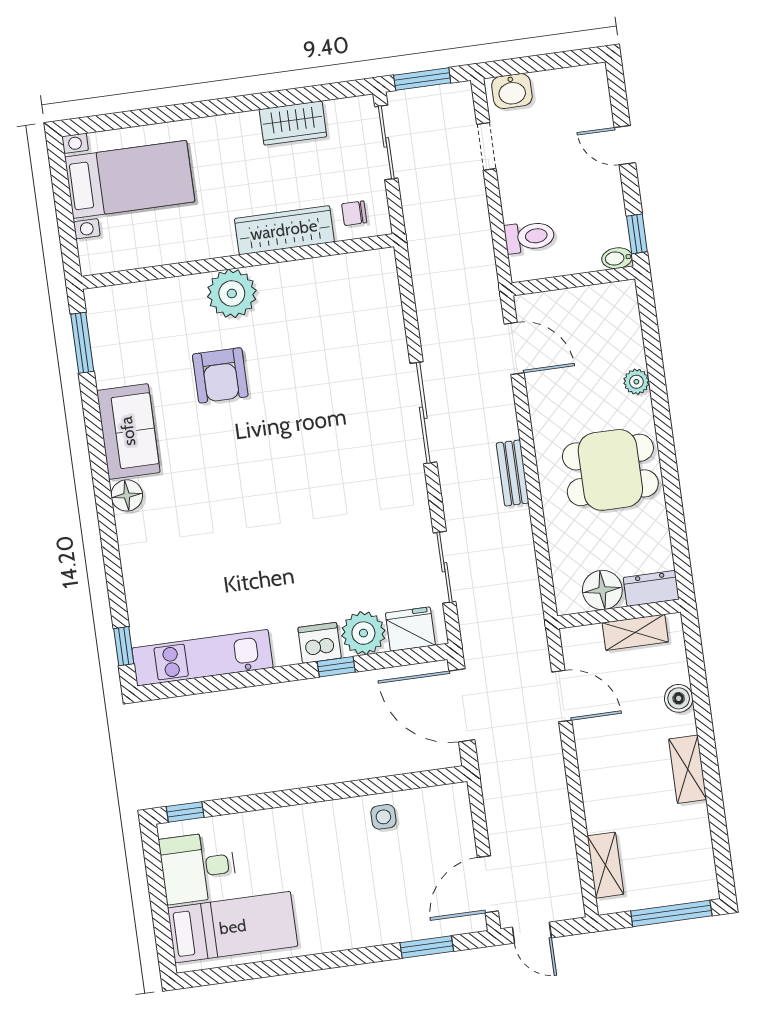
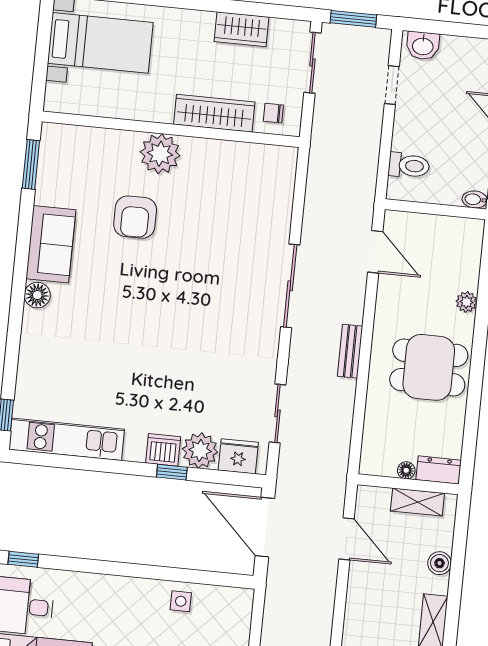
floor lamp: (602, 590) -> (406, 470), width x0.53, depth x0.53

